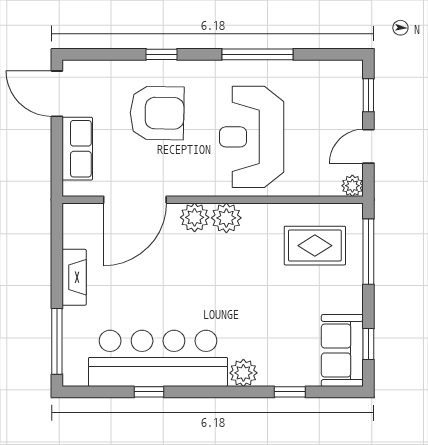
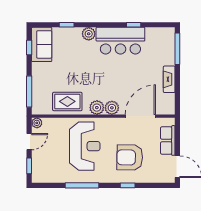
rug: (315, 246) -> (67, 101), moved
bar counter: (158, 358) -> (120, 41), width x0.73

